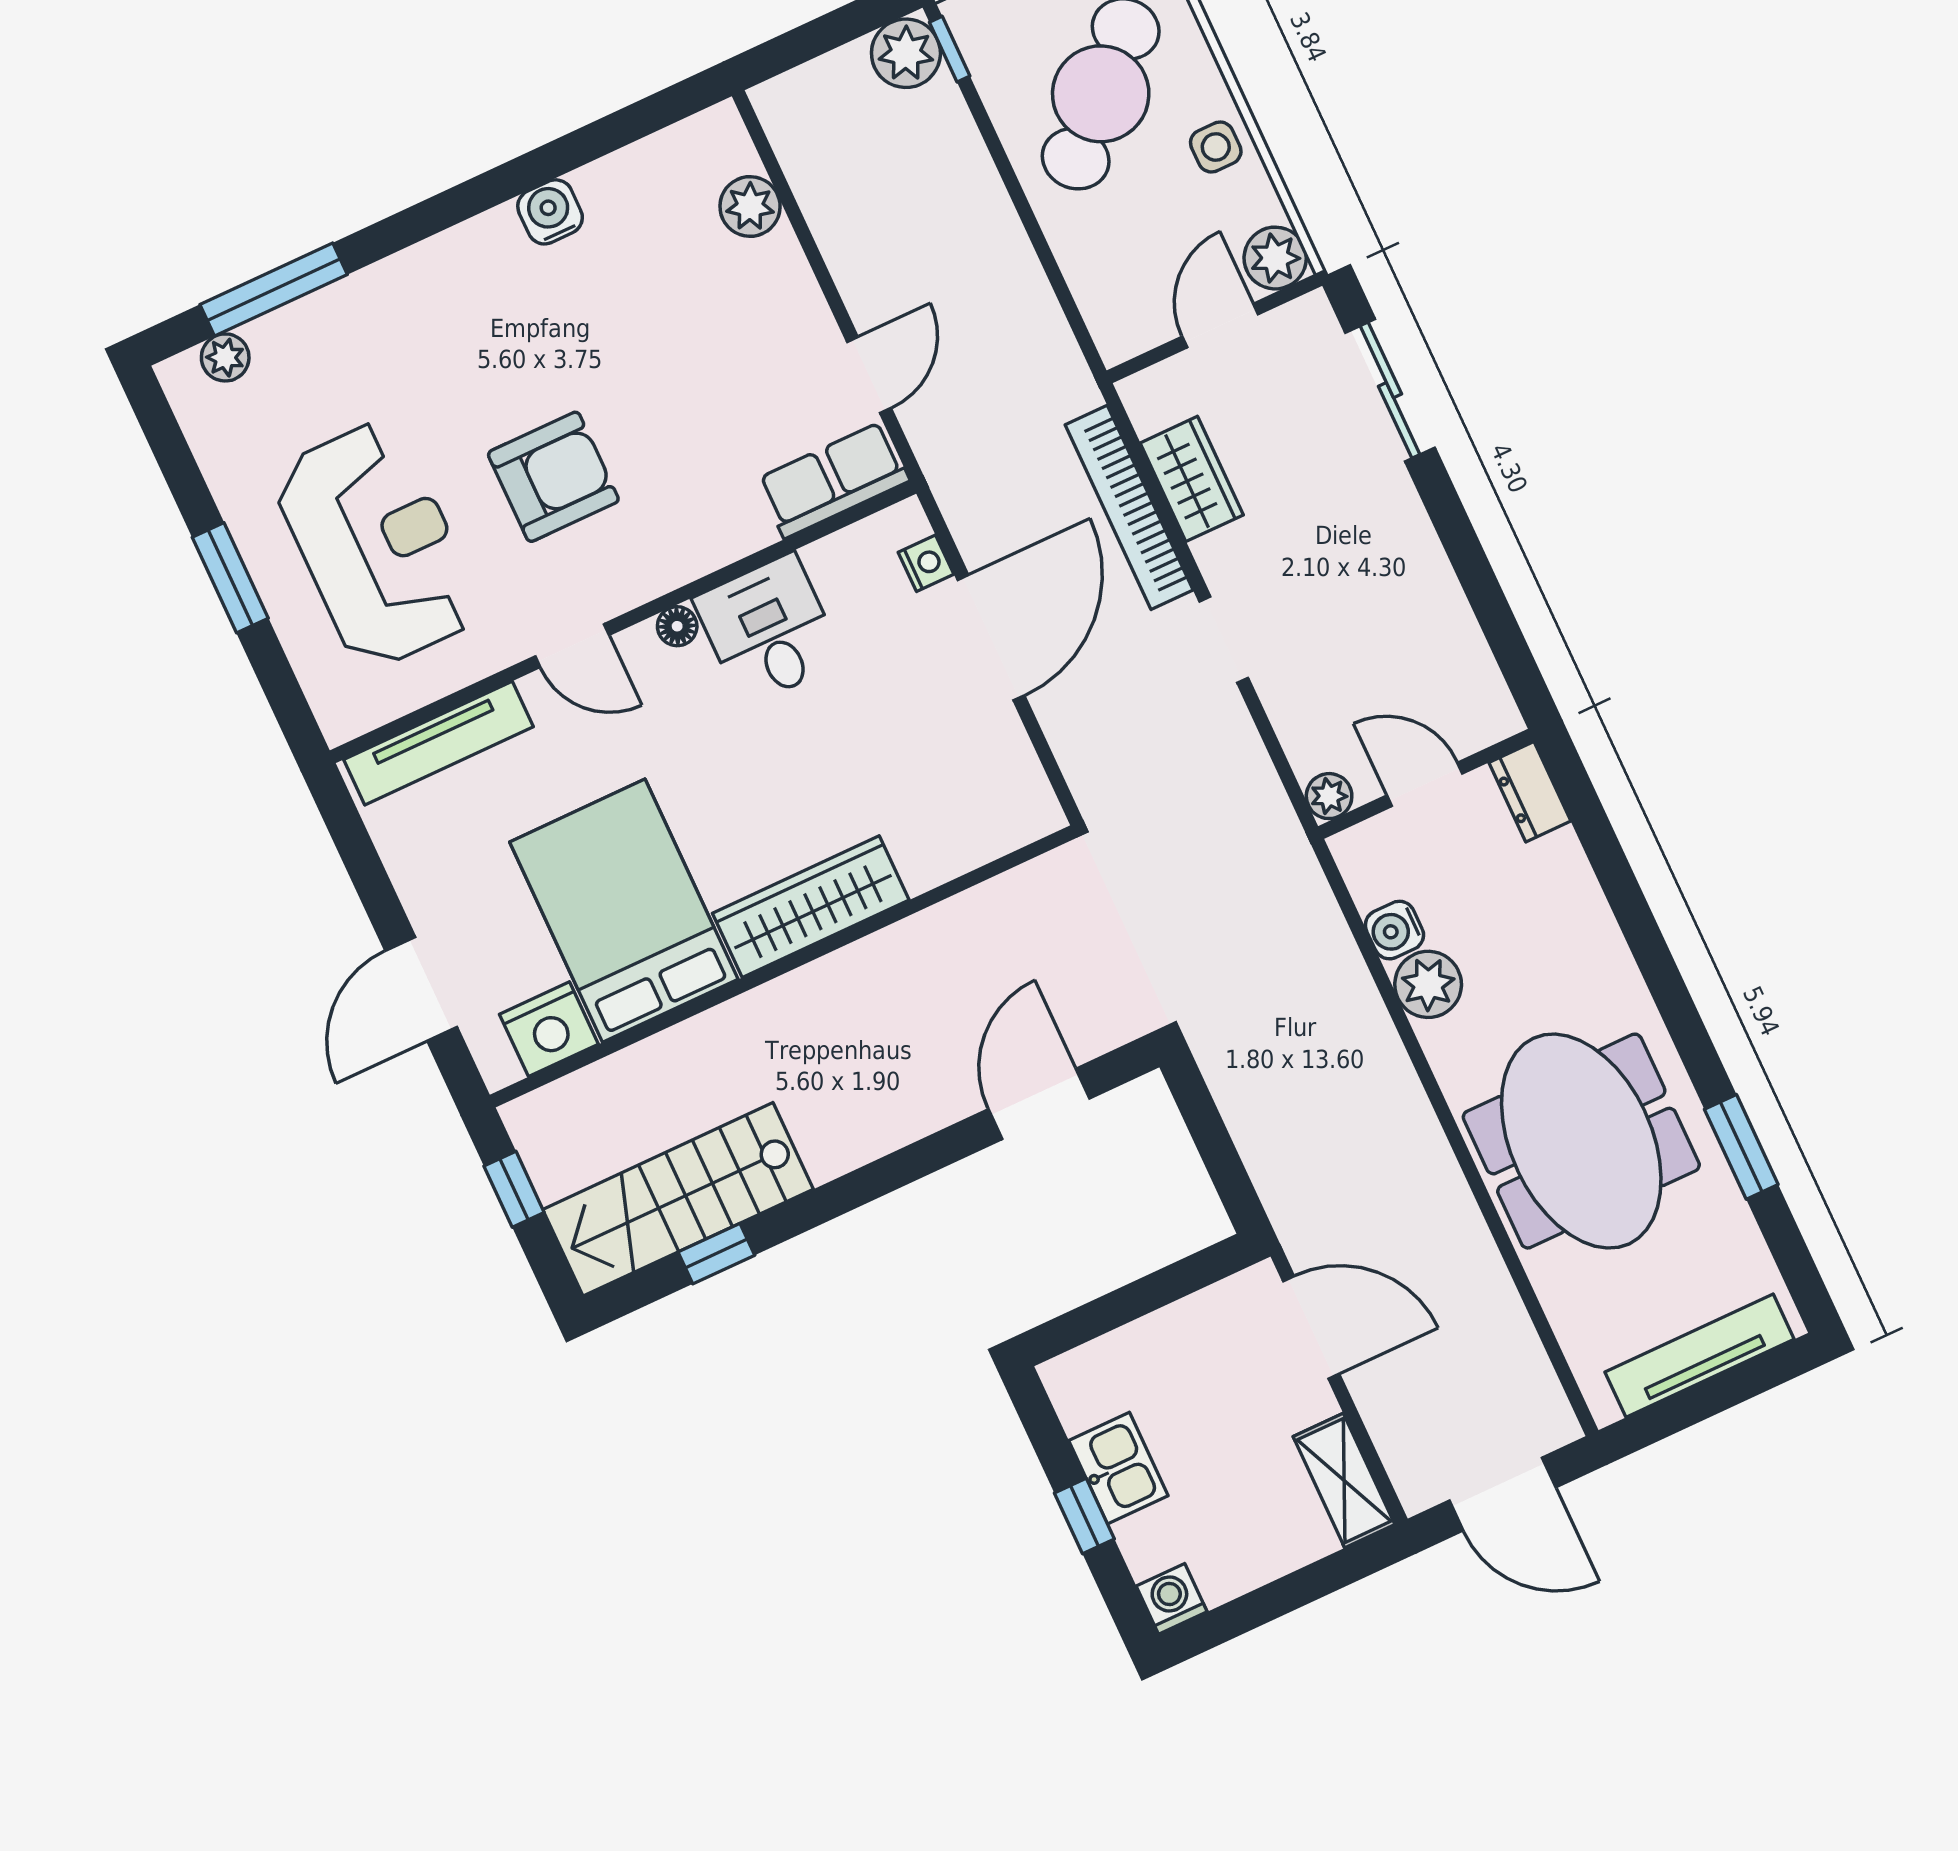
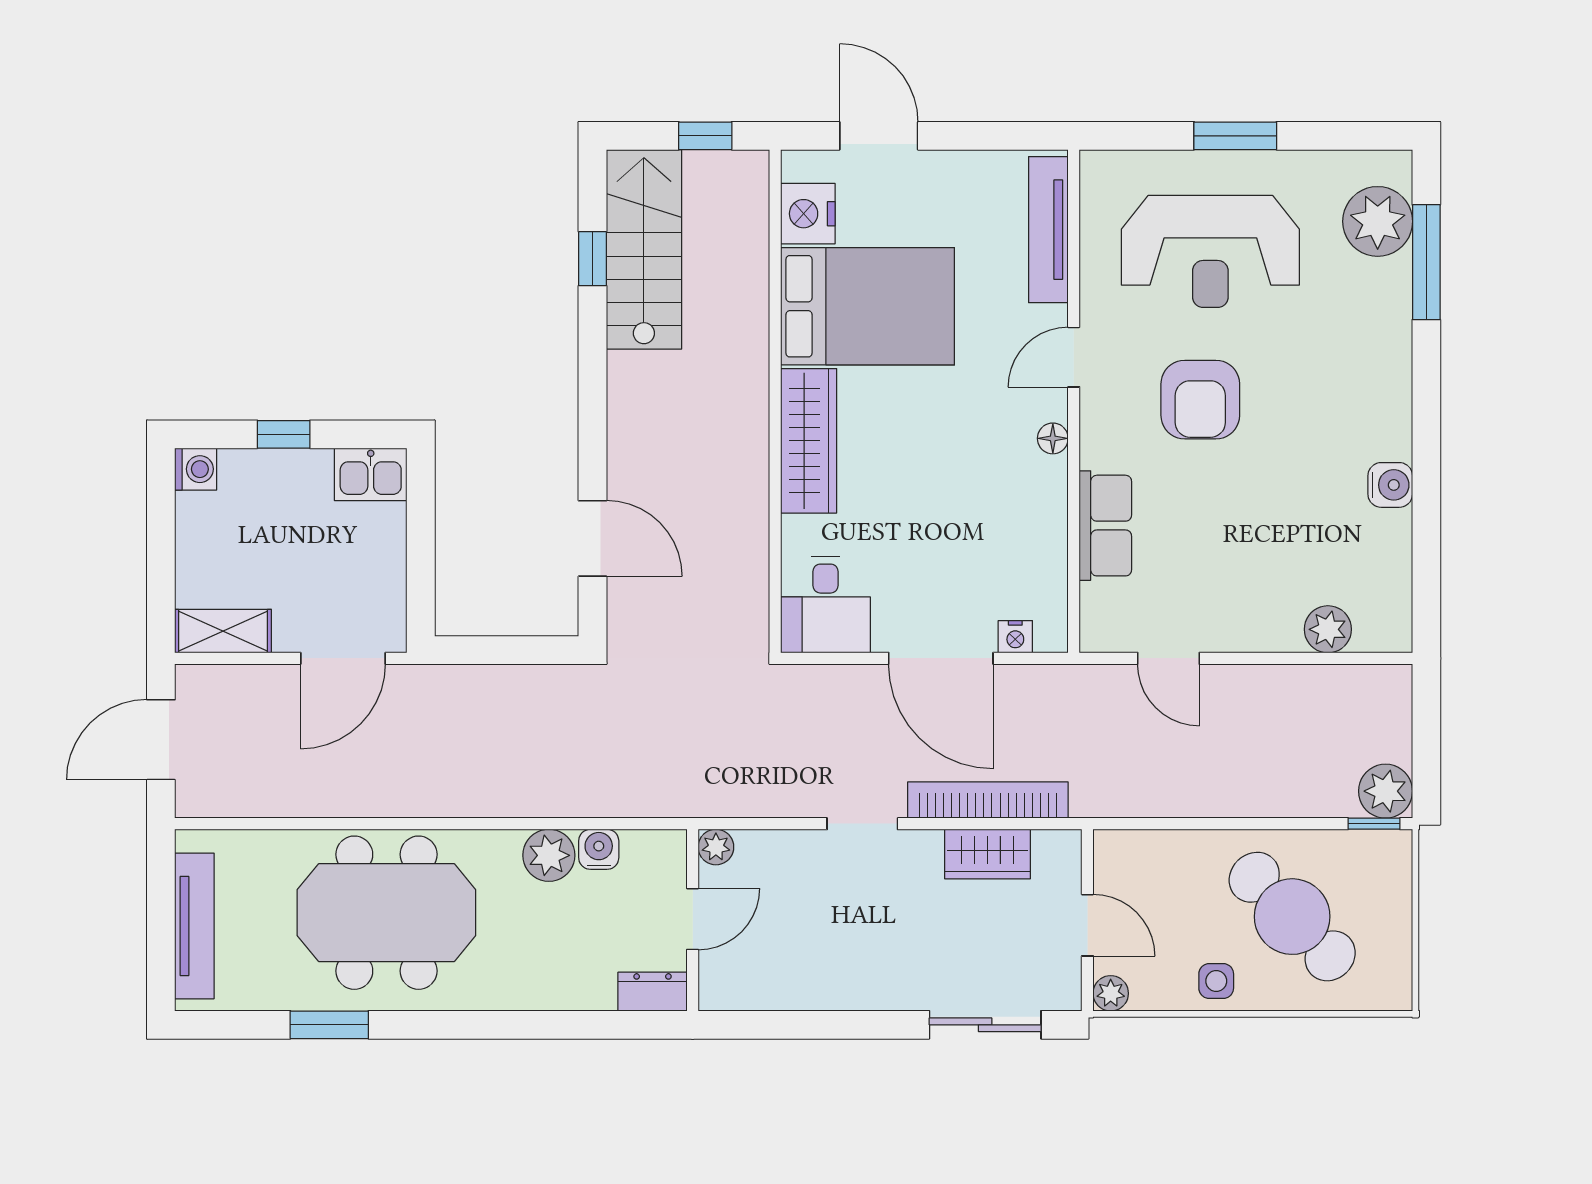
plant: (1275, 258) -> (1111, 993), width x0.73, depth x0.73
plant: (225, 357) -> (1378, 221), width x1.88, depth x1.88
row of seats: (833, 480) -> (1105, 526), moved
desk: (768, 630) -> (826, 605), moved, turned 90
kitchen sink: (1118, 1468) -> (371, 474), moved

